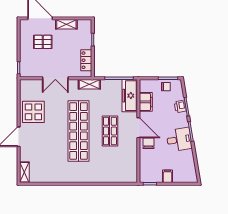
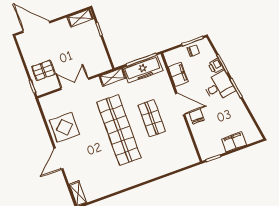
shelving: (66, 24) -> (80, 18), moved
pallet: (43, 42) -> (43, 70), moved
locker: (86, 60) -> (100, 53), removed
double door: (55, 78) -> (75, 84), swing flipped
freezer: (130, 96) -> (143, 69), moved, turned -90
desk: (179, 140) -> (219, 86), moved
filing cabinet: (168, 176) -> (234, 142), width x2.00

